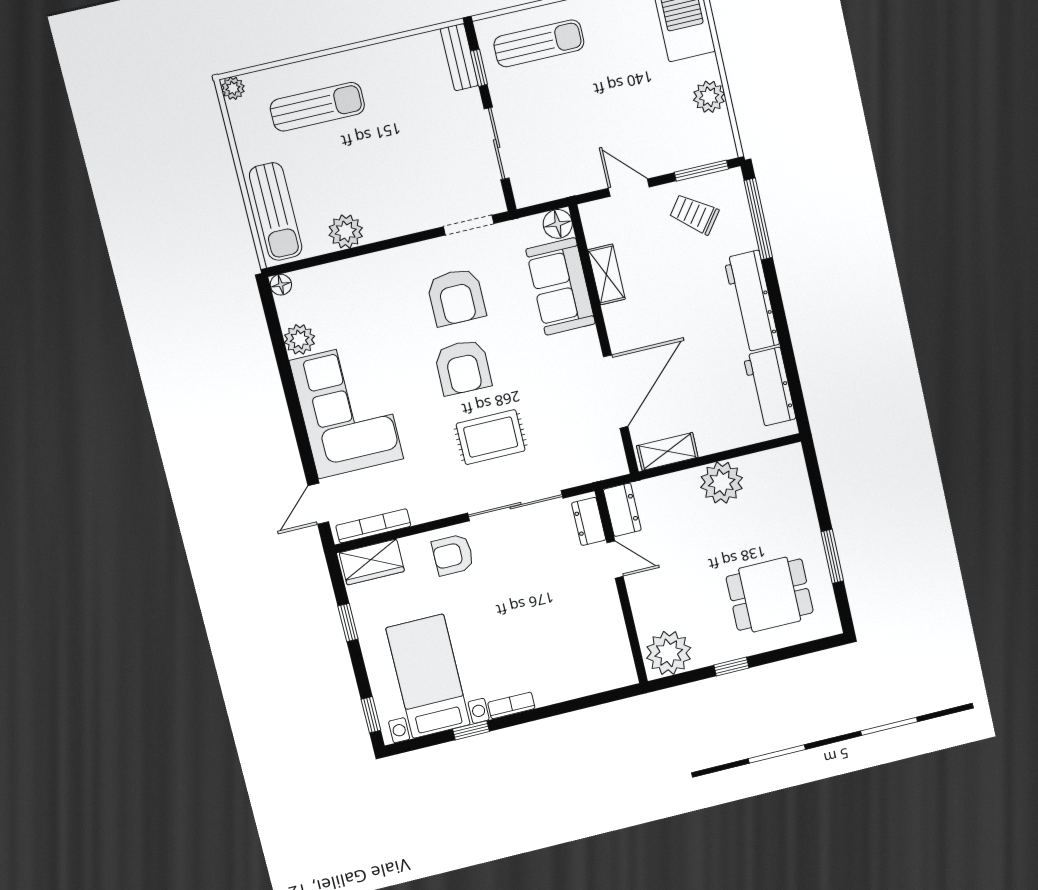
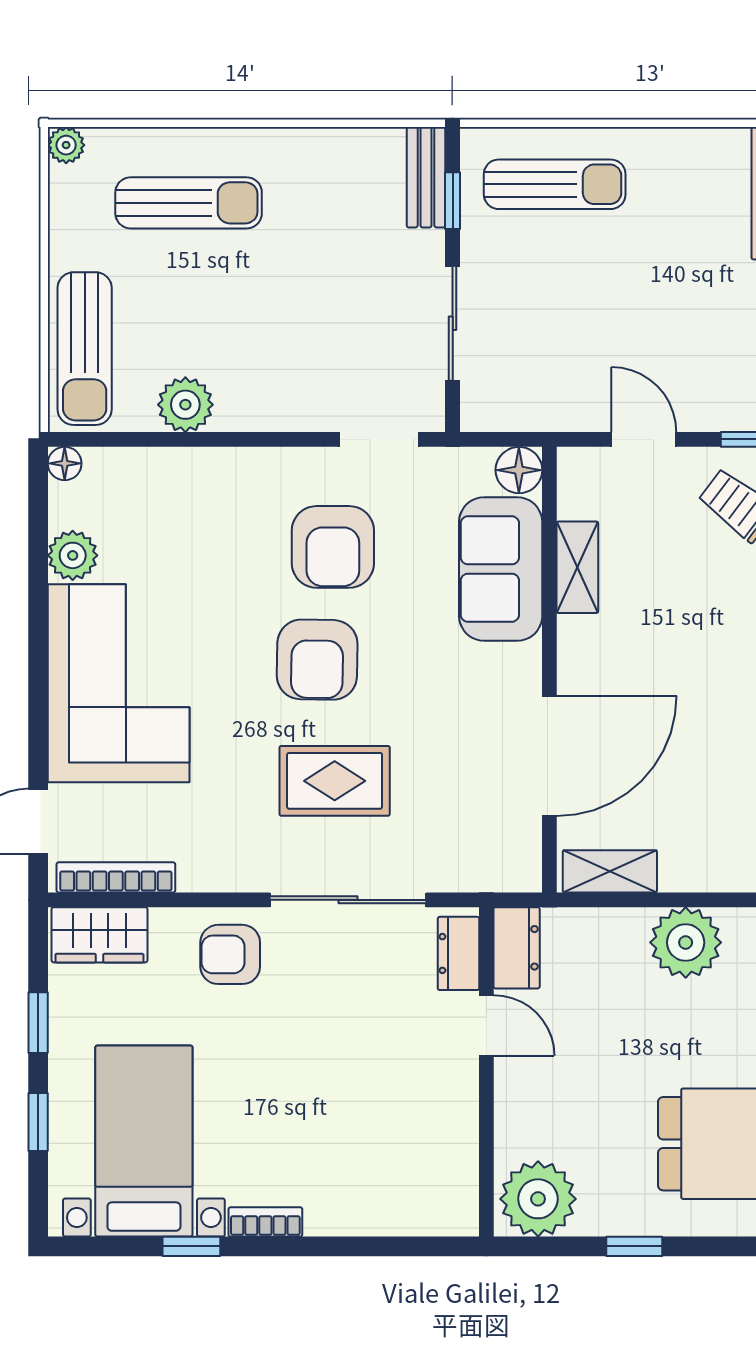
window: (371, 715) -> (38, 1122), moved

